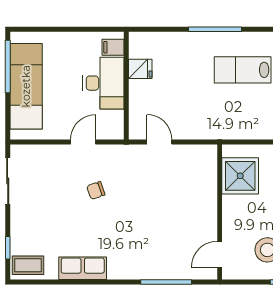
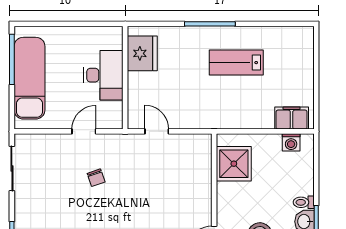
filing cabinet: (113, 47) -> (112, 41), removed
fridge: (140, 69) -> (142, 53), width x1.88, depth x1.34
chair: (96, 190) -> (96, 178), turned -90

